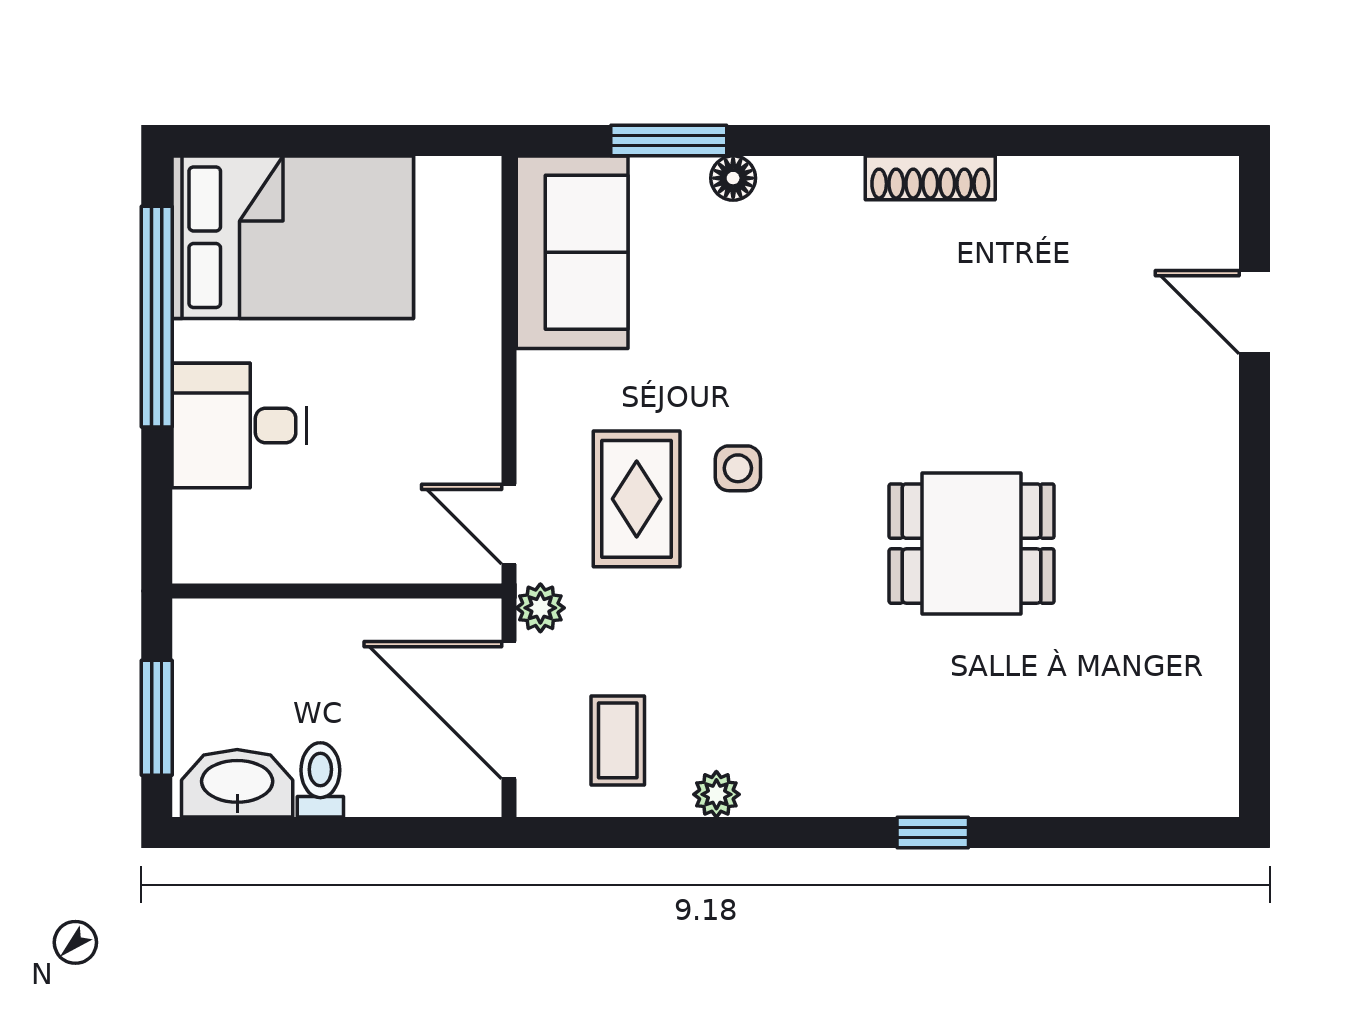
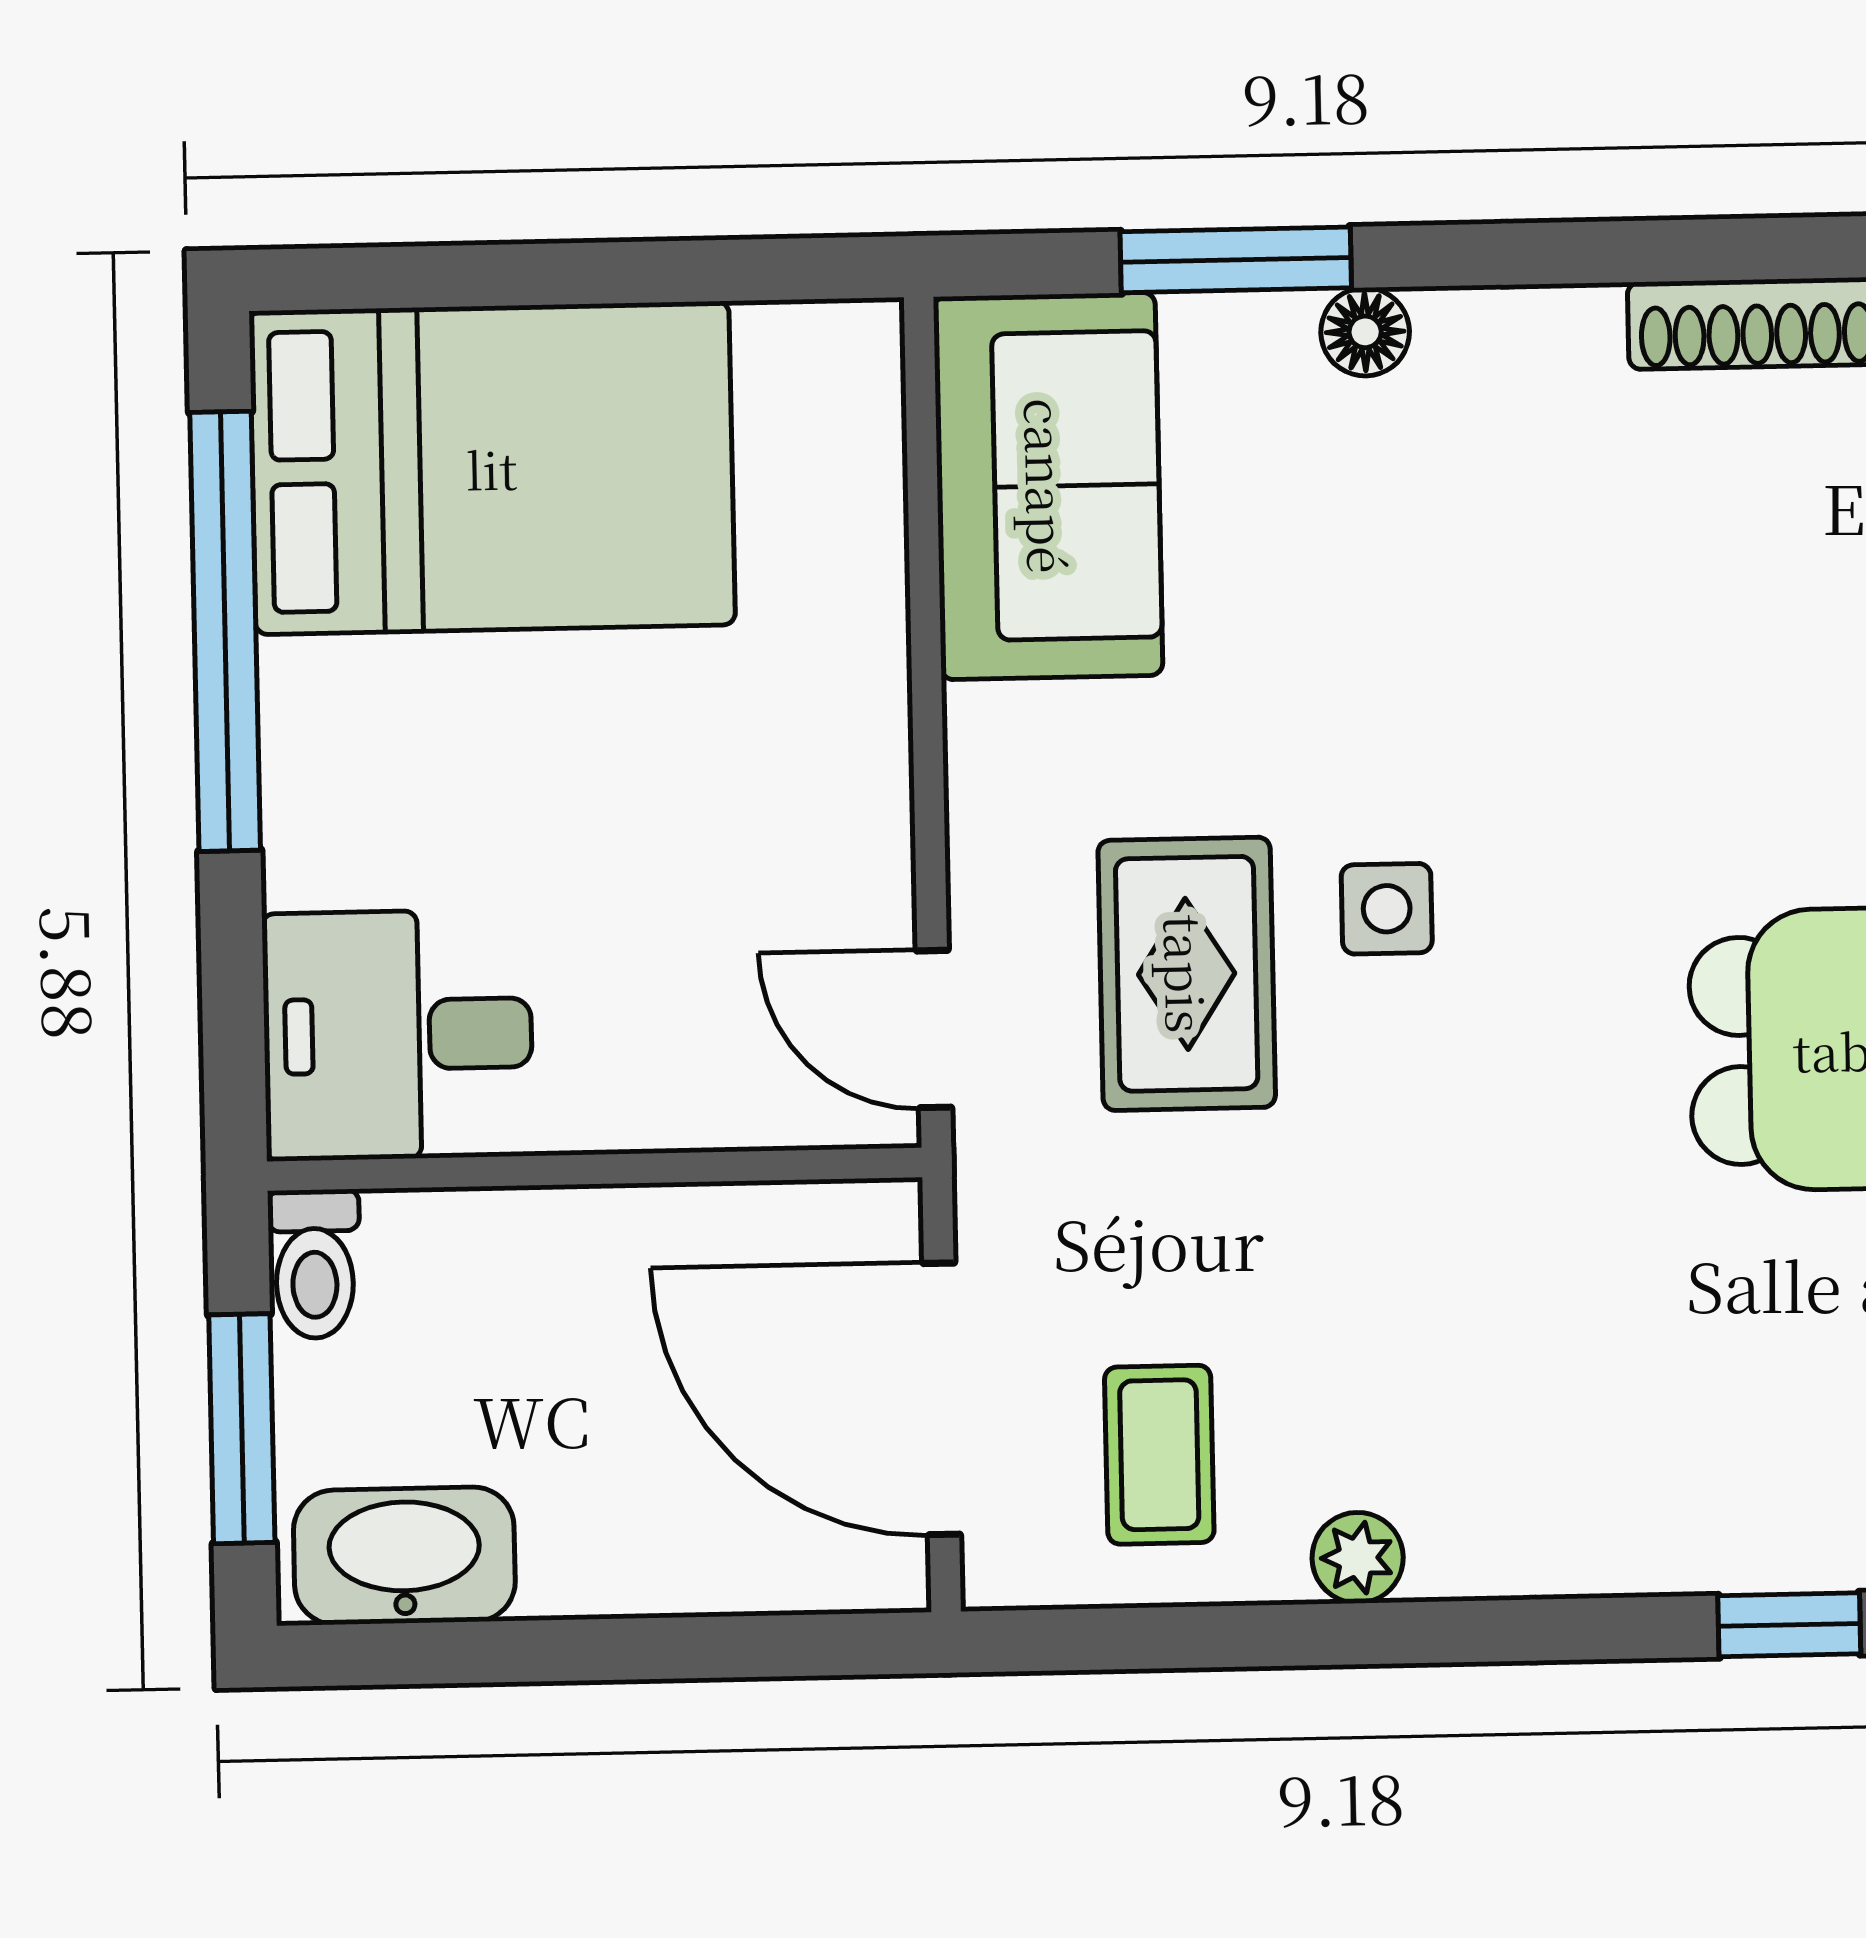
desk: (239, 425) -> (398, 1035), moved
plant: (540, 608) -> (1000, 1194), removed
toilet: (320, 780) -> (314, 1264), moved, turned 180

